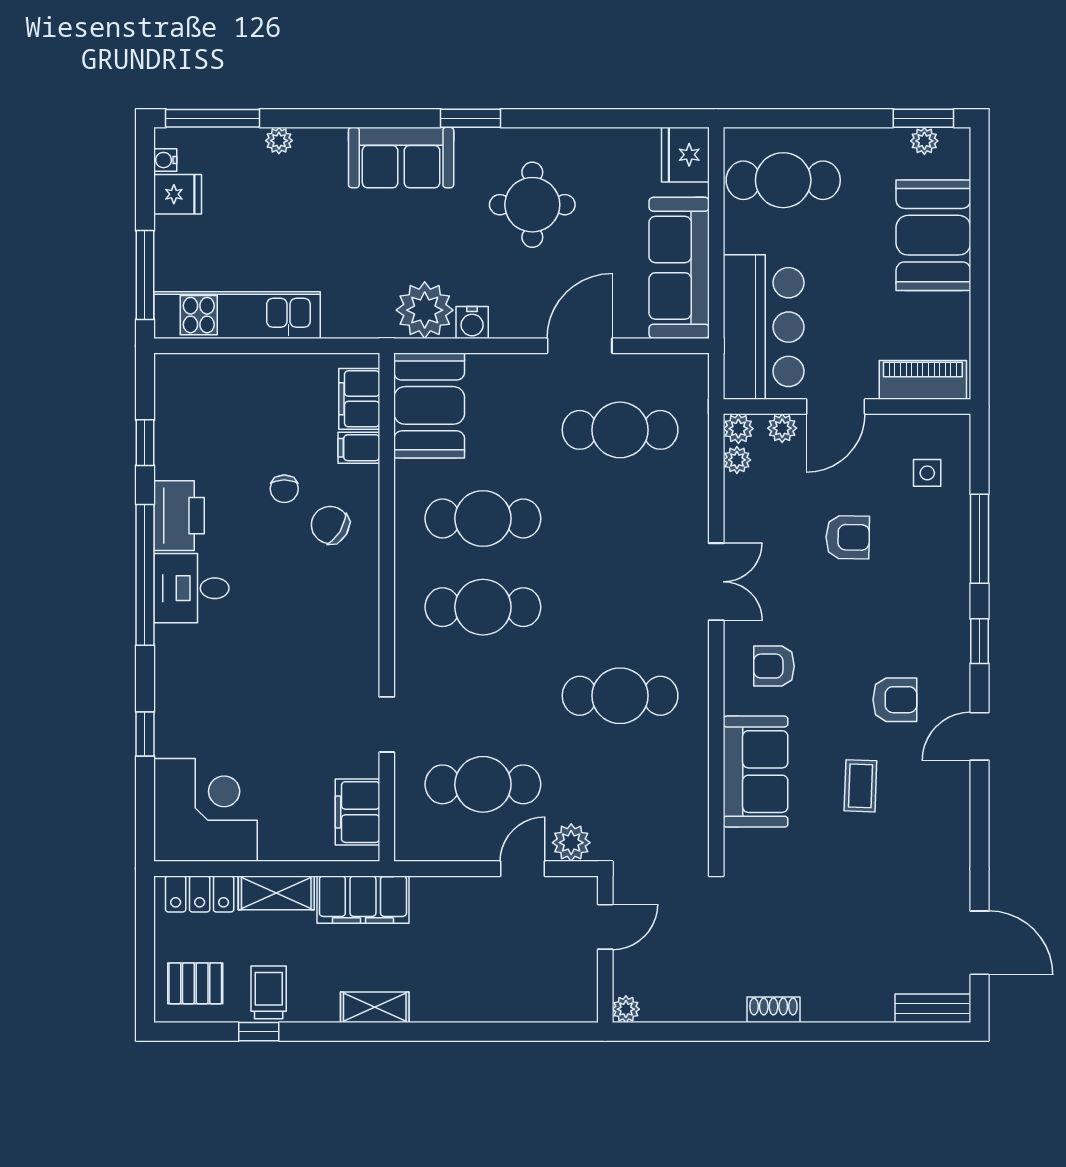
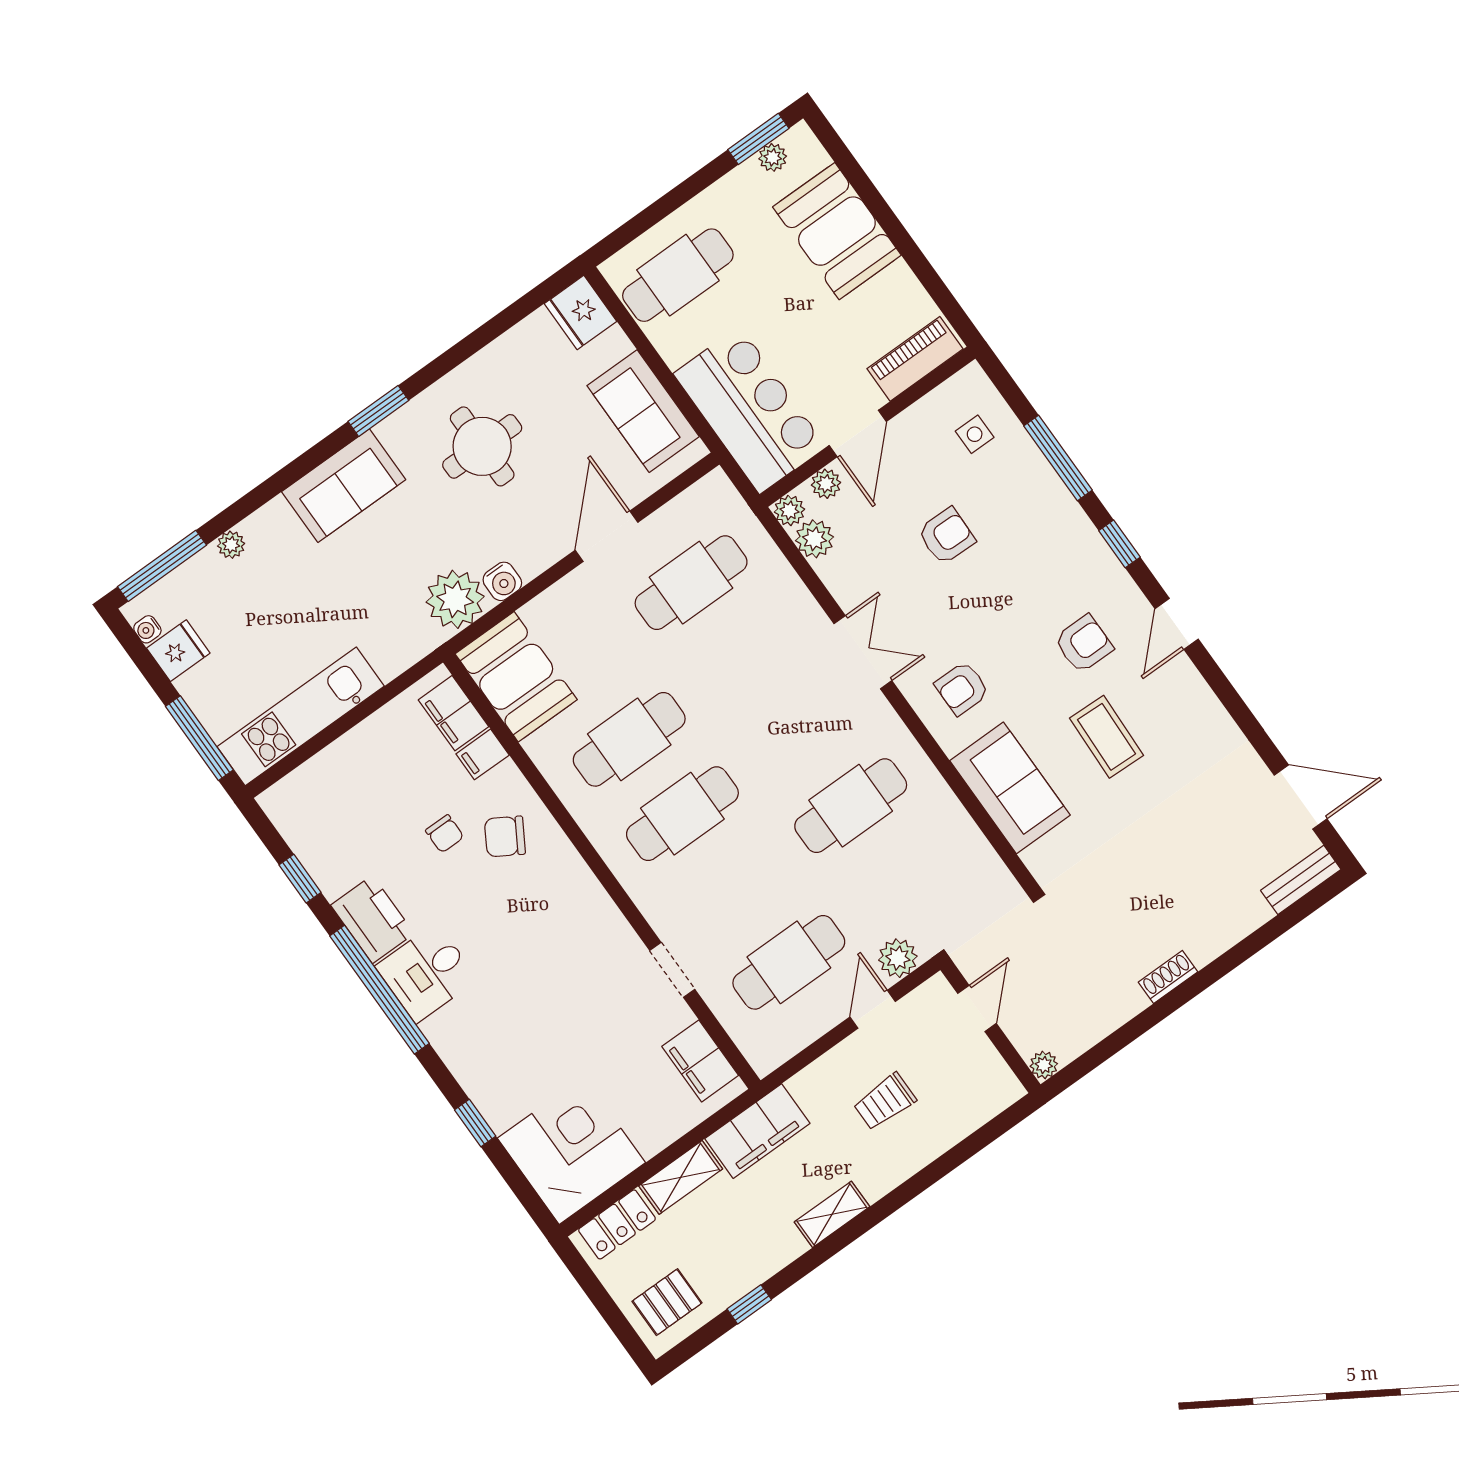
sofa: (679, 268) -> (643, 411), width x0.73
plant: (737, 460) -> (815, 539), width x1.38, depth x1.38
coffee table: (860, 786) -> (1107, 737), width x1.36, depth x1.30
trolley: (269, 992) -> (885, 1102), moved, turned -90

